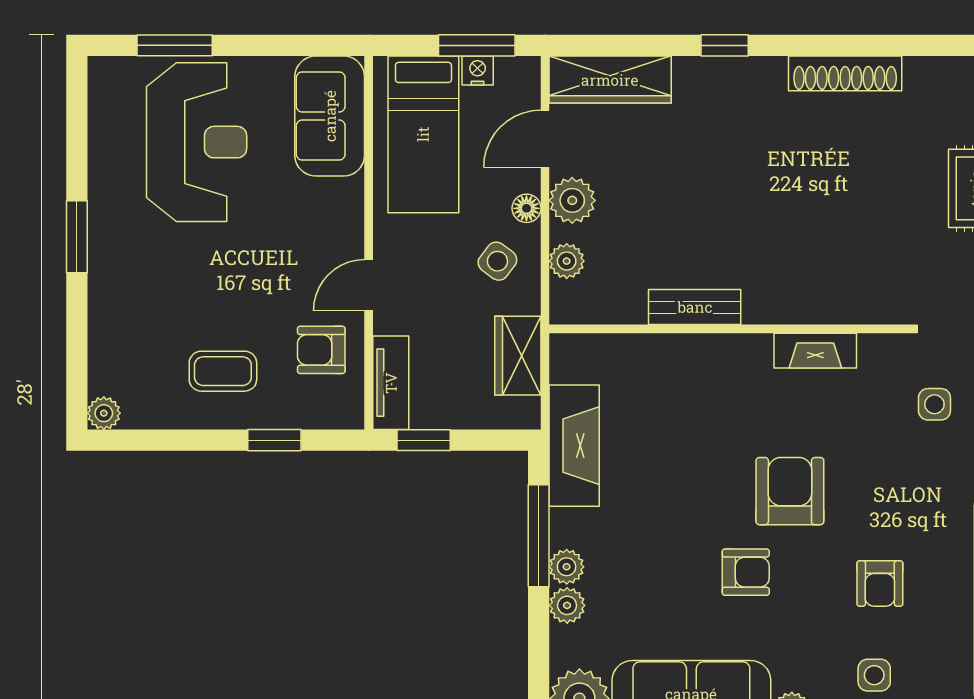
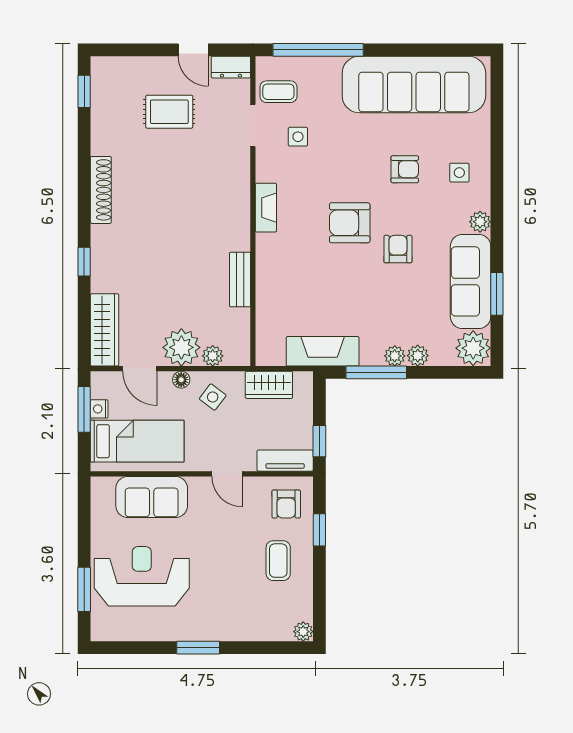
sofa: (330, 116) -> (152, 497), moved
plant: (572, 200) -> (181, 347), width x1.36, depth x1.36
armchair: (321, 350) -> (286, 504), moved

